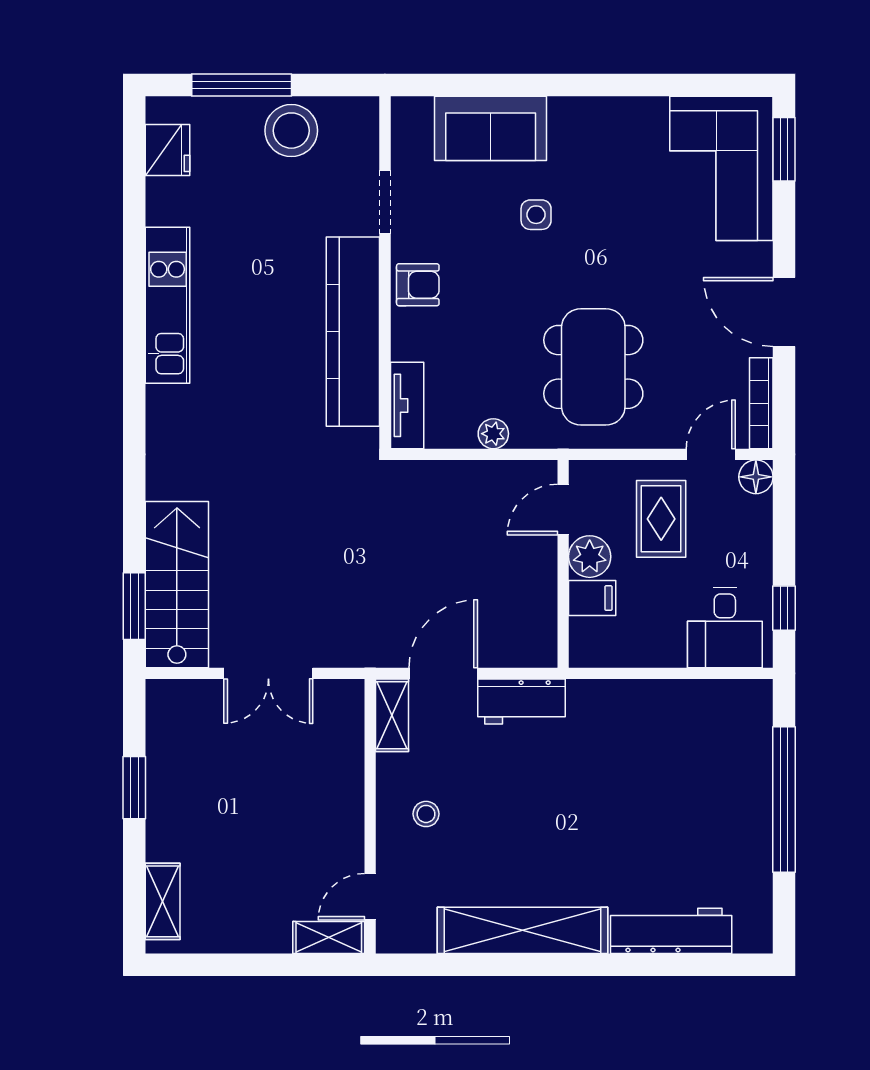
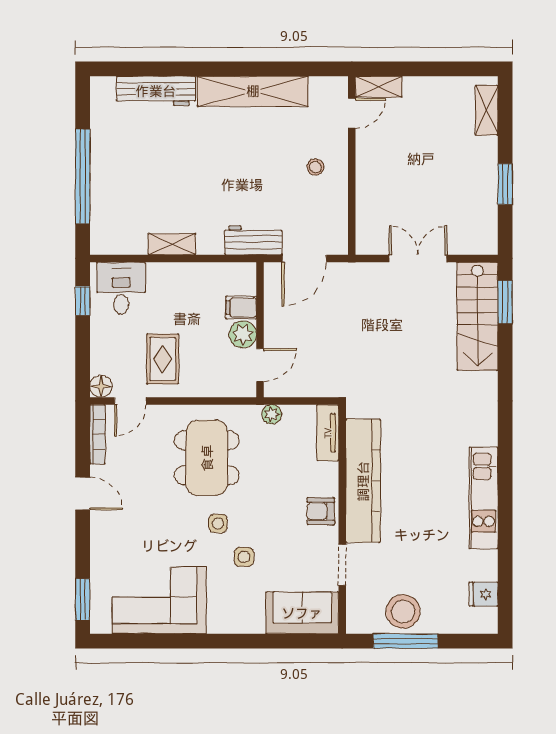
window: (242, 85) -> (405, 641), moved
sofa: (491, 128) -> (302, 613), moved
fridge: (168, 150) -> (484, 594), width x0.72
corner sofa: (721, 168) -> (159, 600), moved, turned -90
side table: (576, 266) -> (218, 523), added
door: (784, 312) -> (83, 493), width x0.73
door: (563, 510) -> (260, 365), moved
plant: (590, 557) -> (243, 334), moved
wall: (563, 564) -> (260, 330), moved
filing cabinet: (592, 598) -> (241, 307), moved
shelving: (392, 715) -> (172, 244), moved, turned 90

